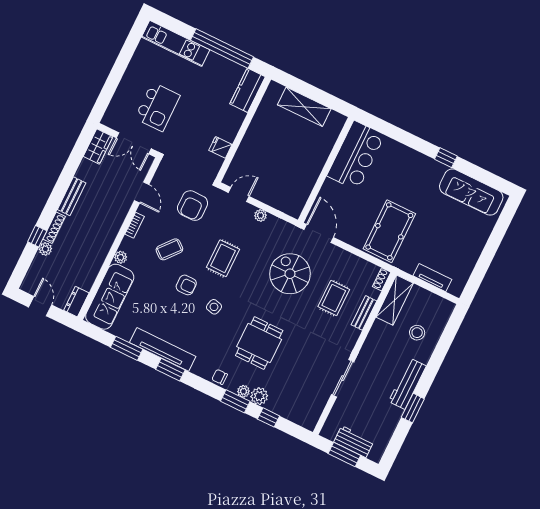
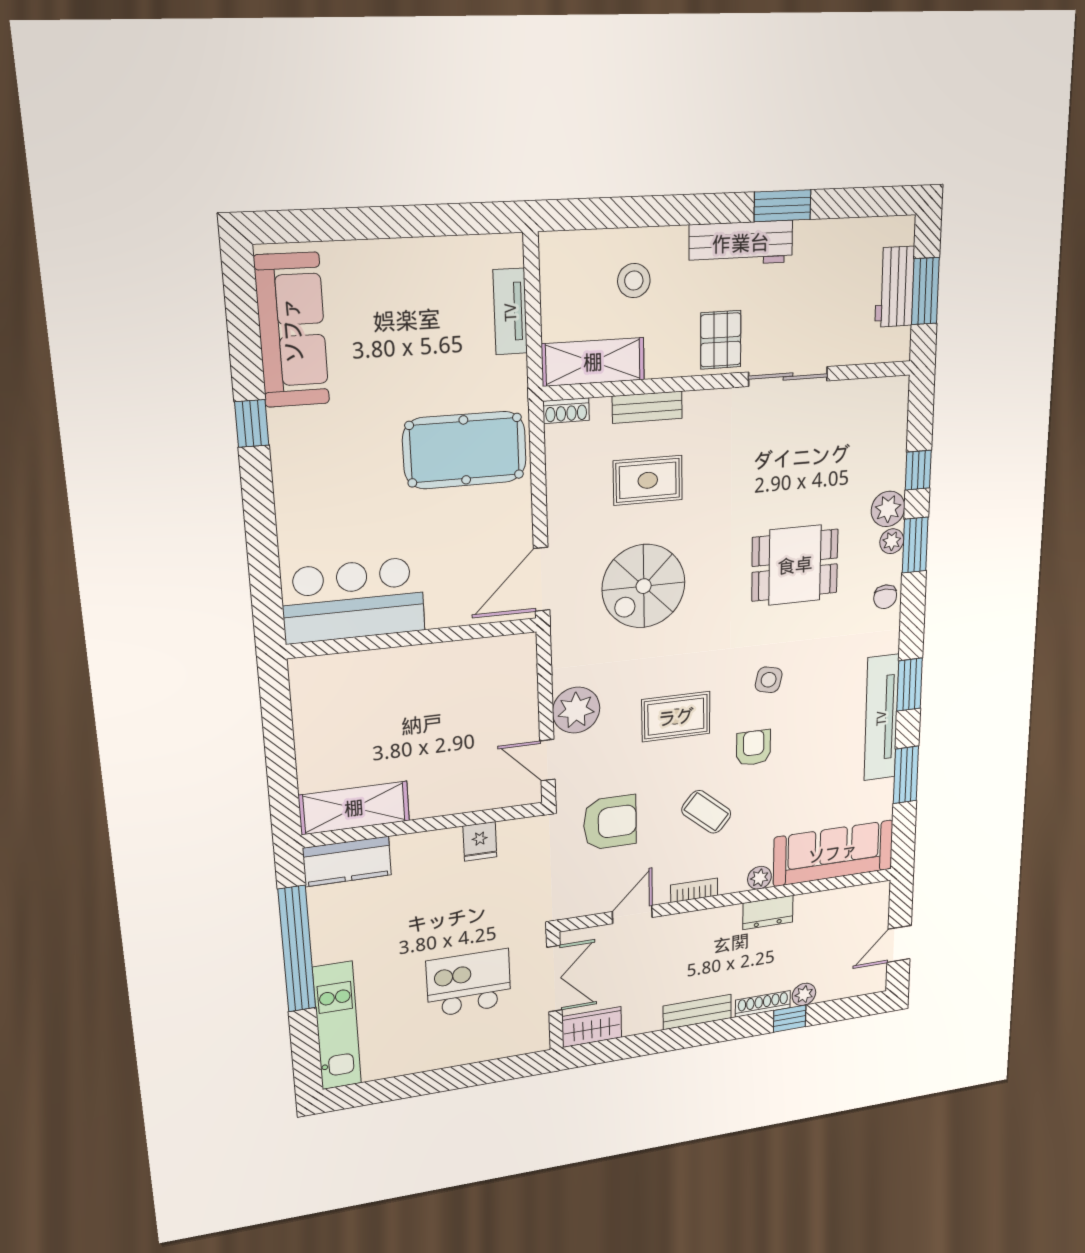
shelving: (304, 107) -> (354, 808), moved, turned 90
plant: (261, 215) -> (576, 710), width x1.88, depth x1.88
dresser: (76, 302) -> (768, 913), moved
pallet: (374, 357) -> (721, 340), added

